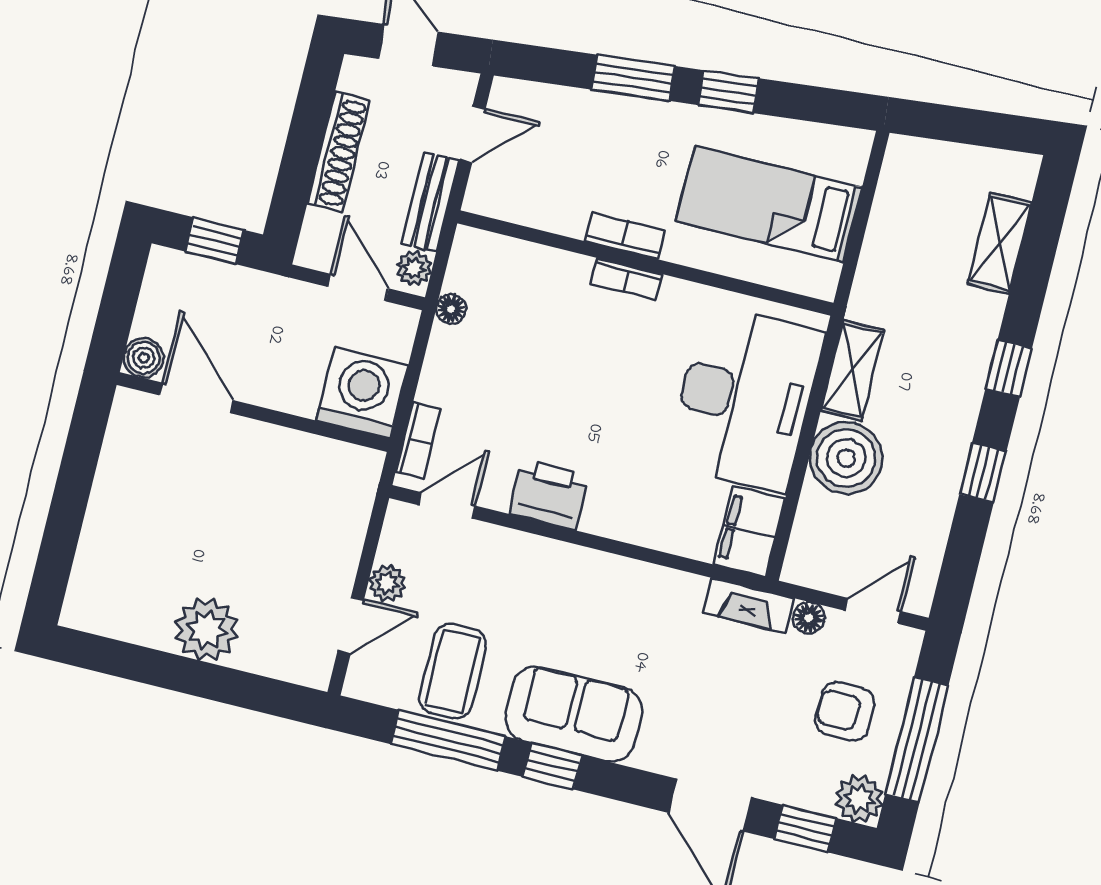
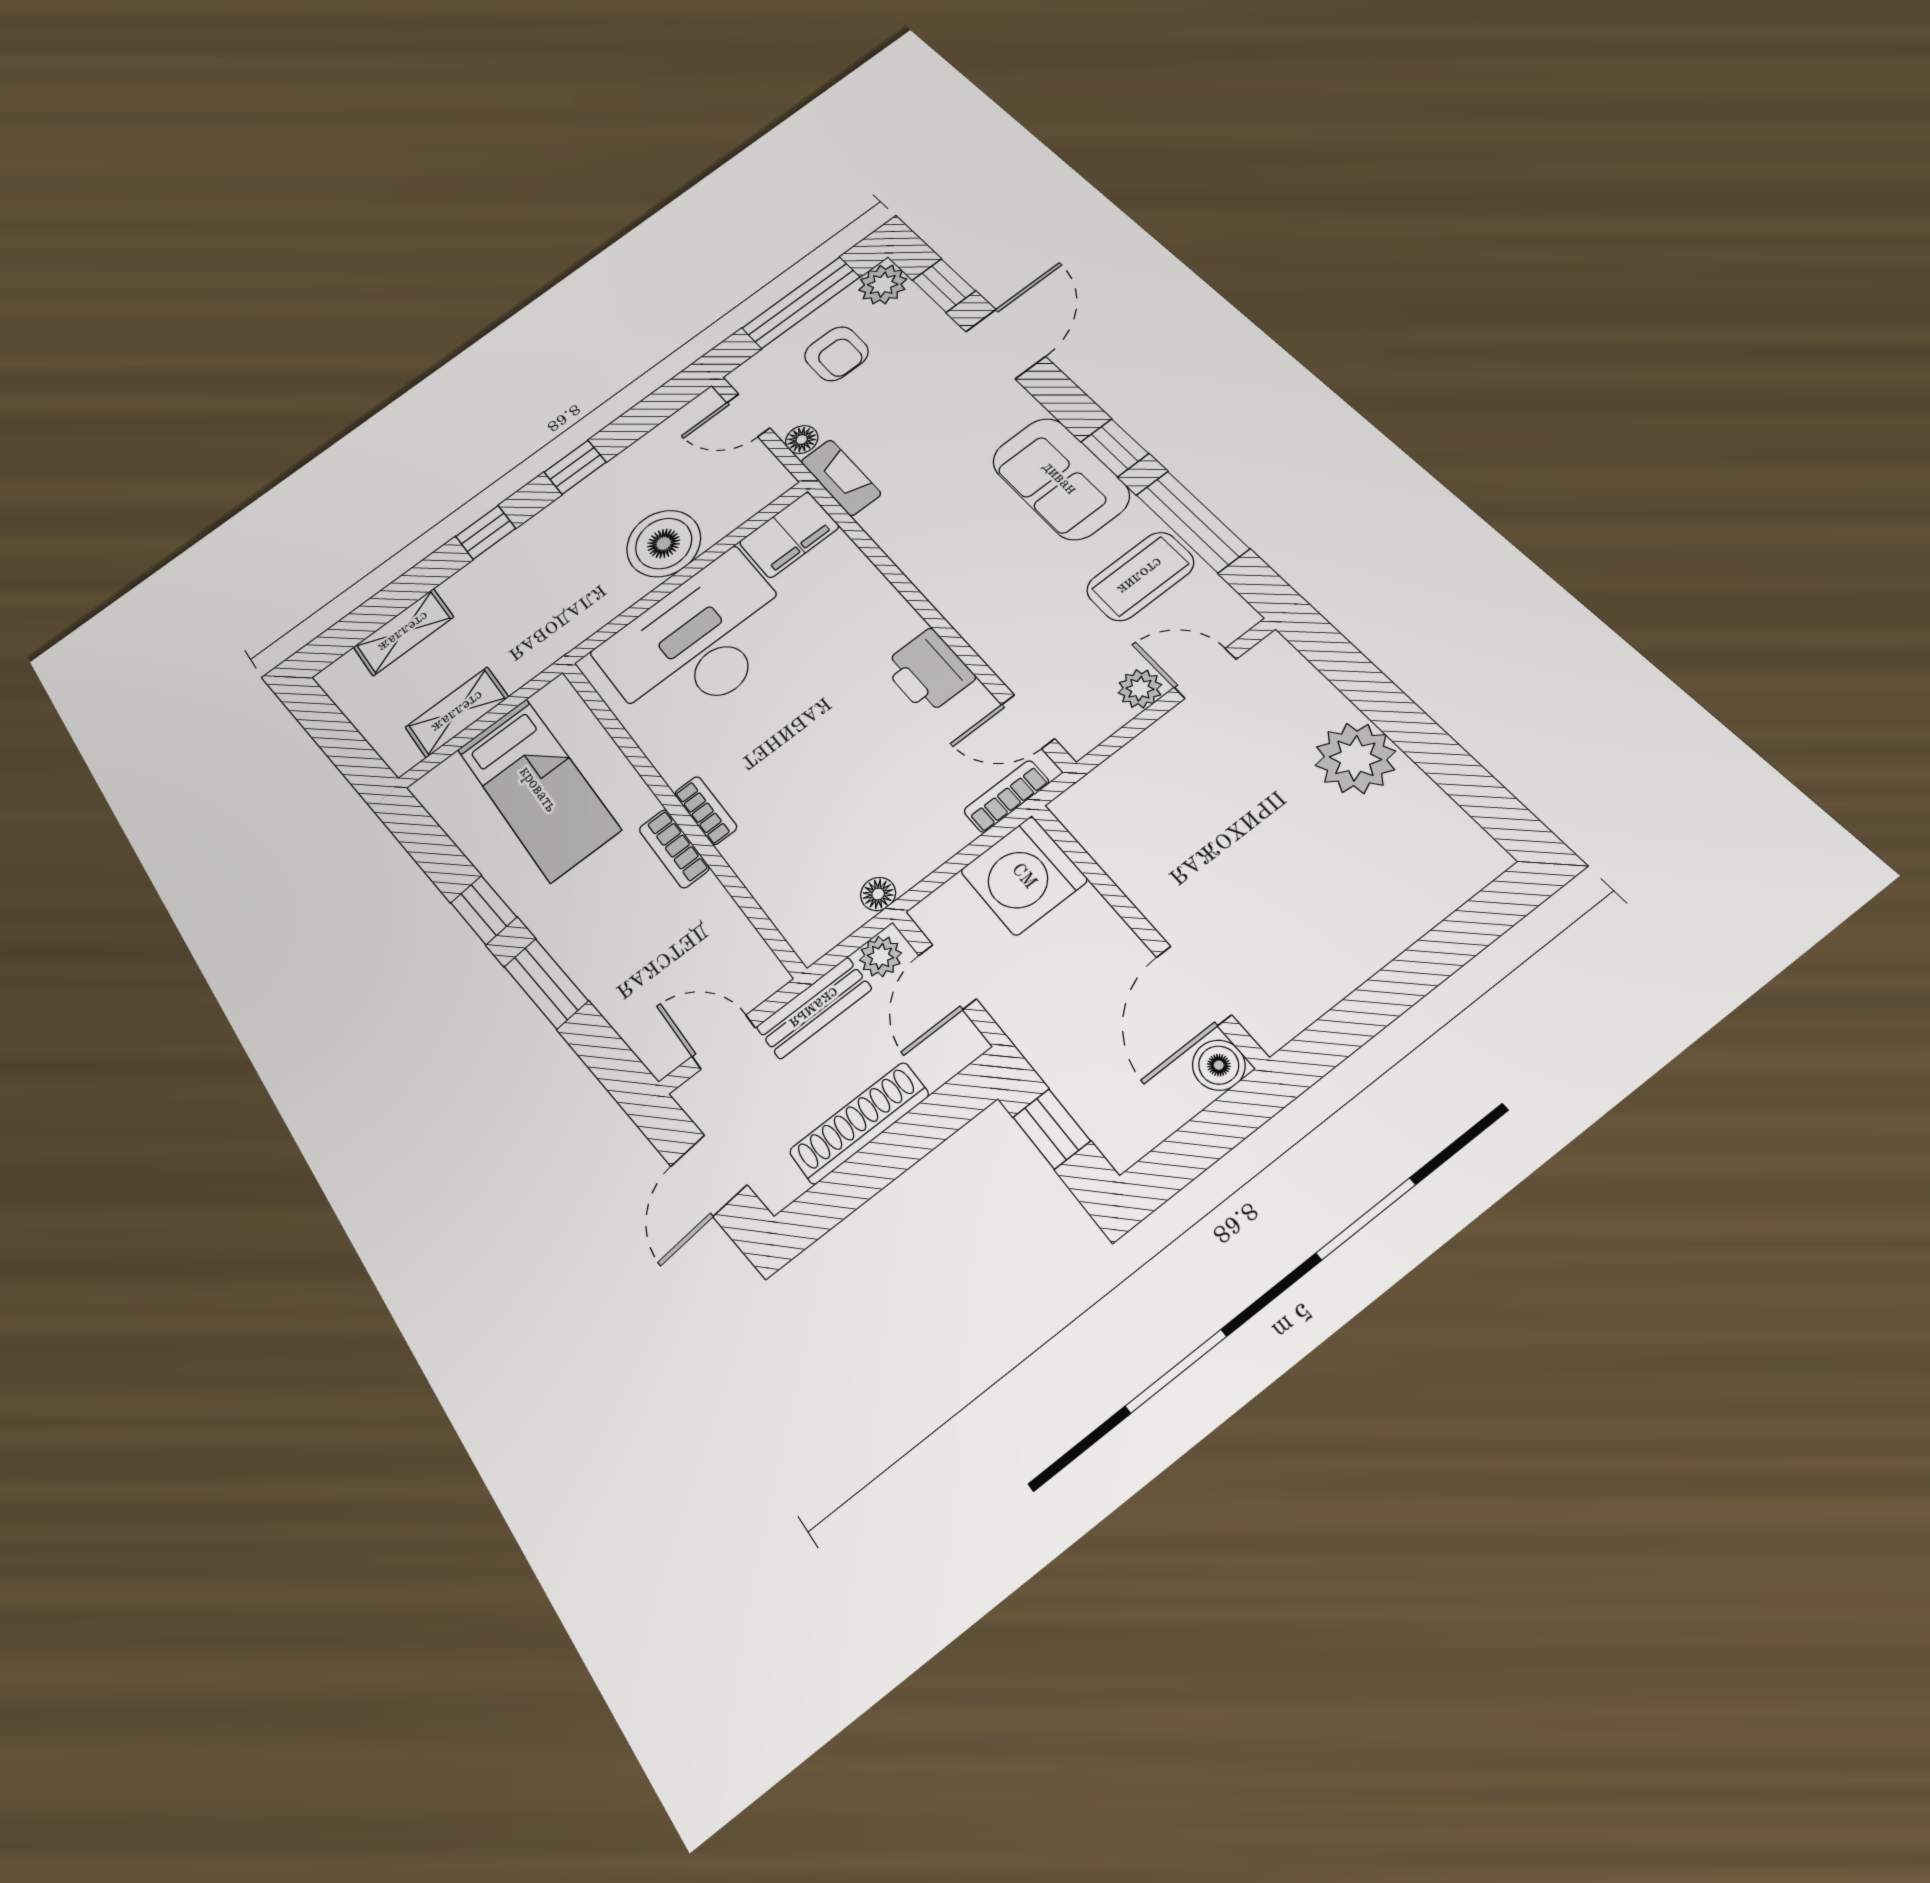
shelving: (852, 370) -> (457, 712), moved

